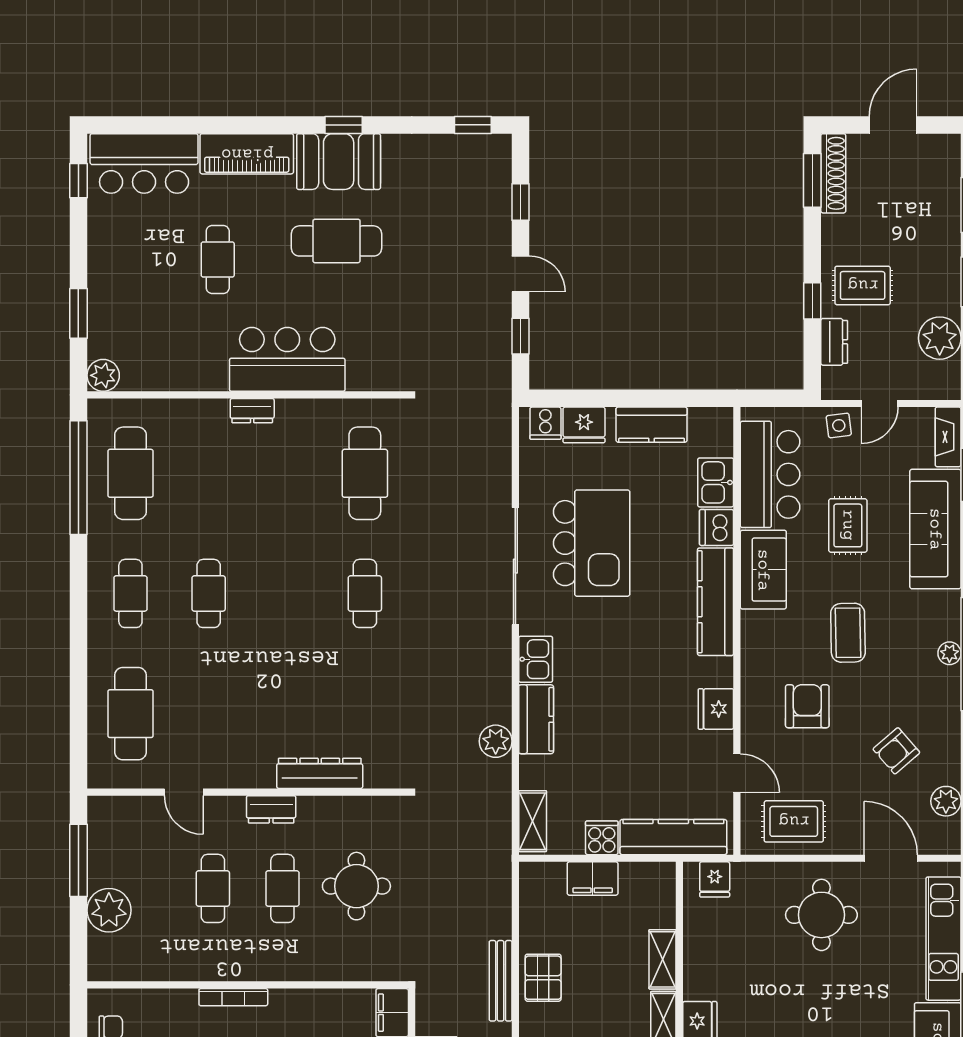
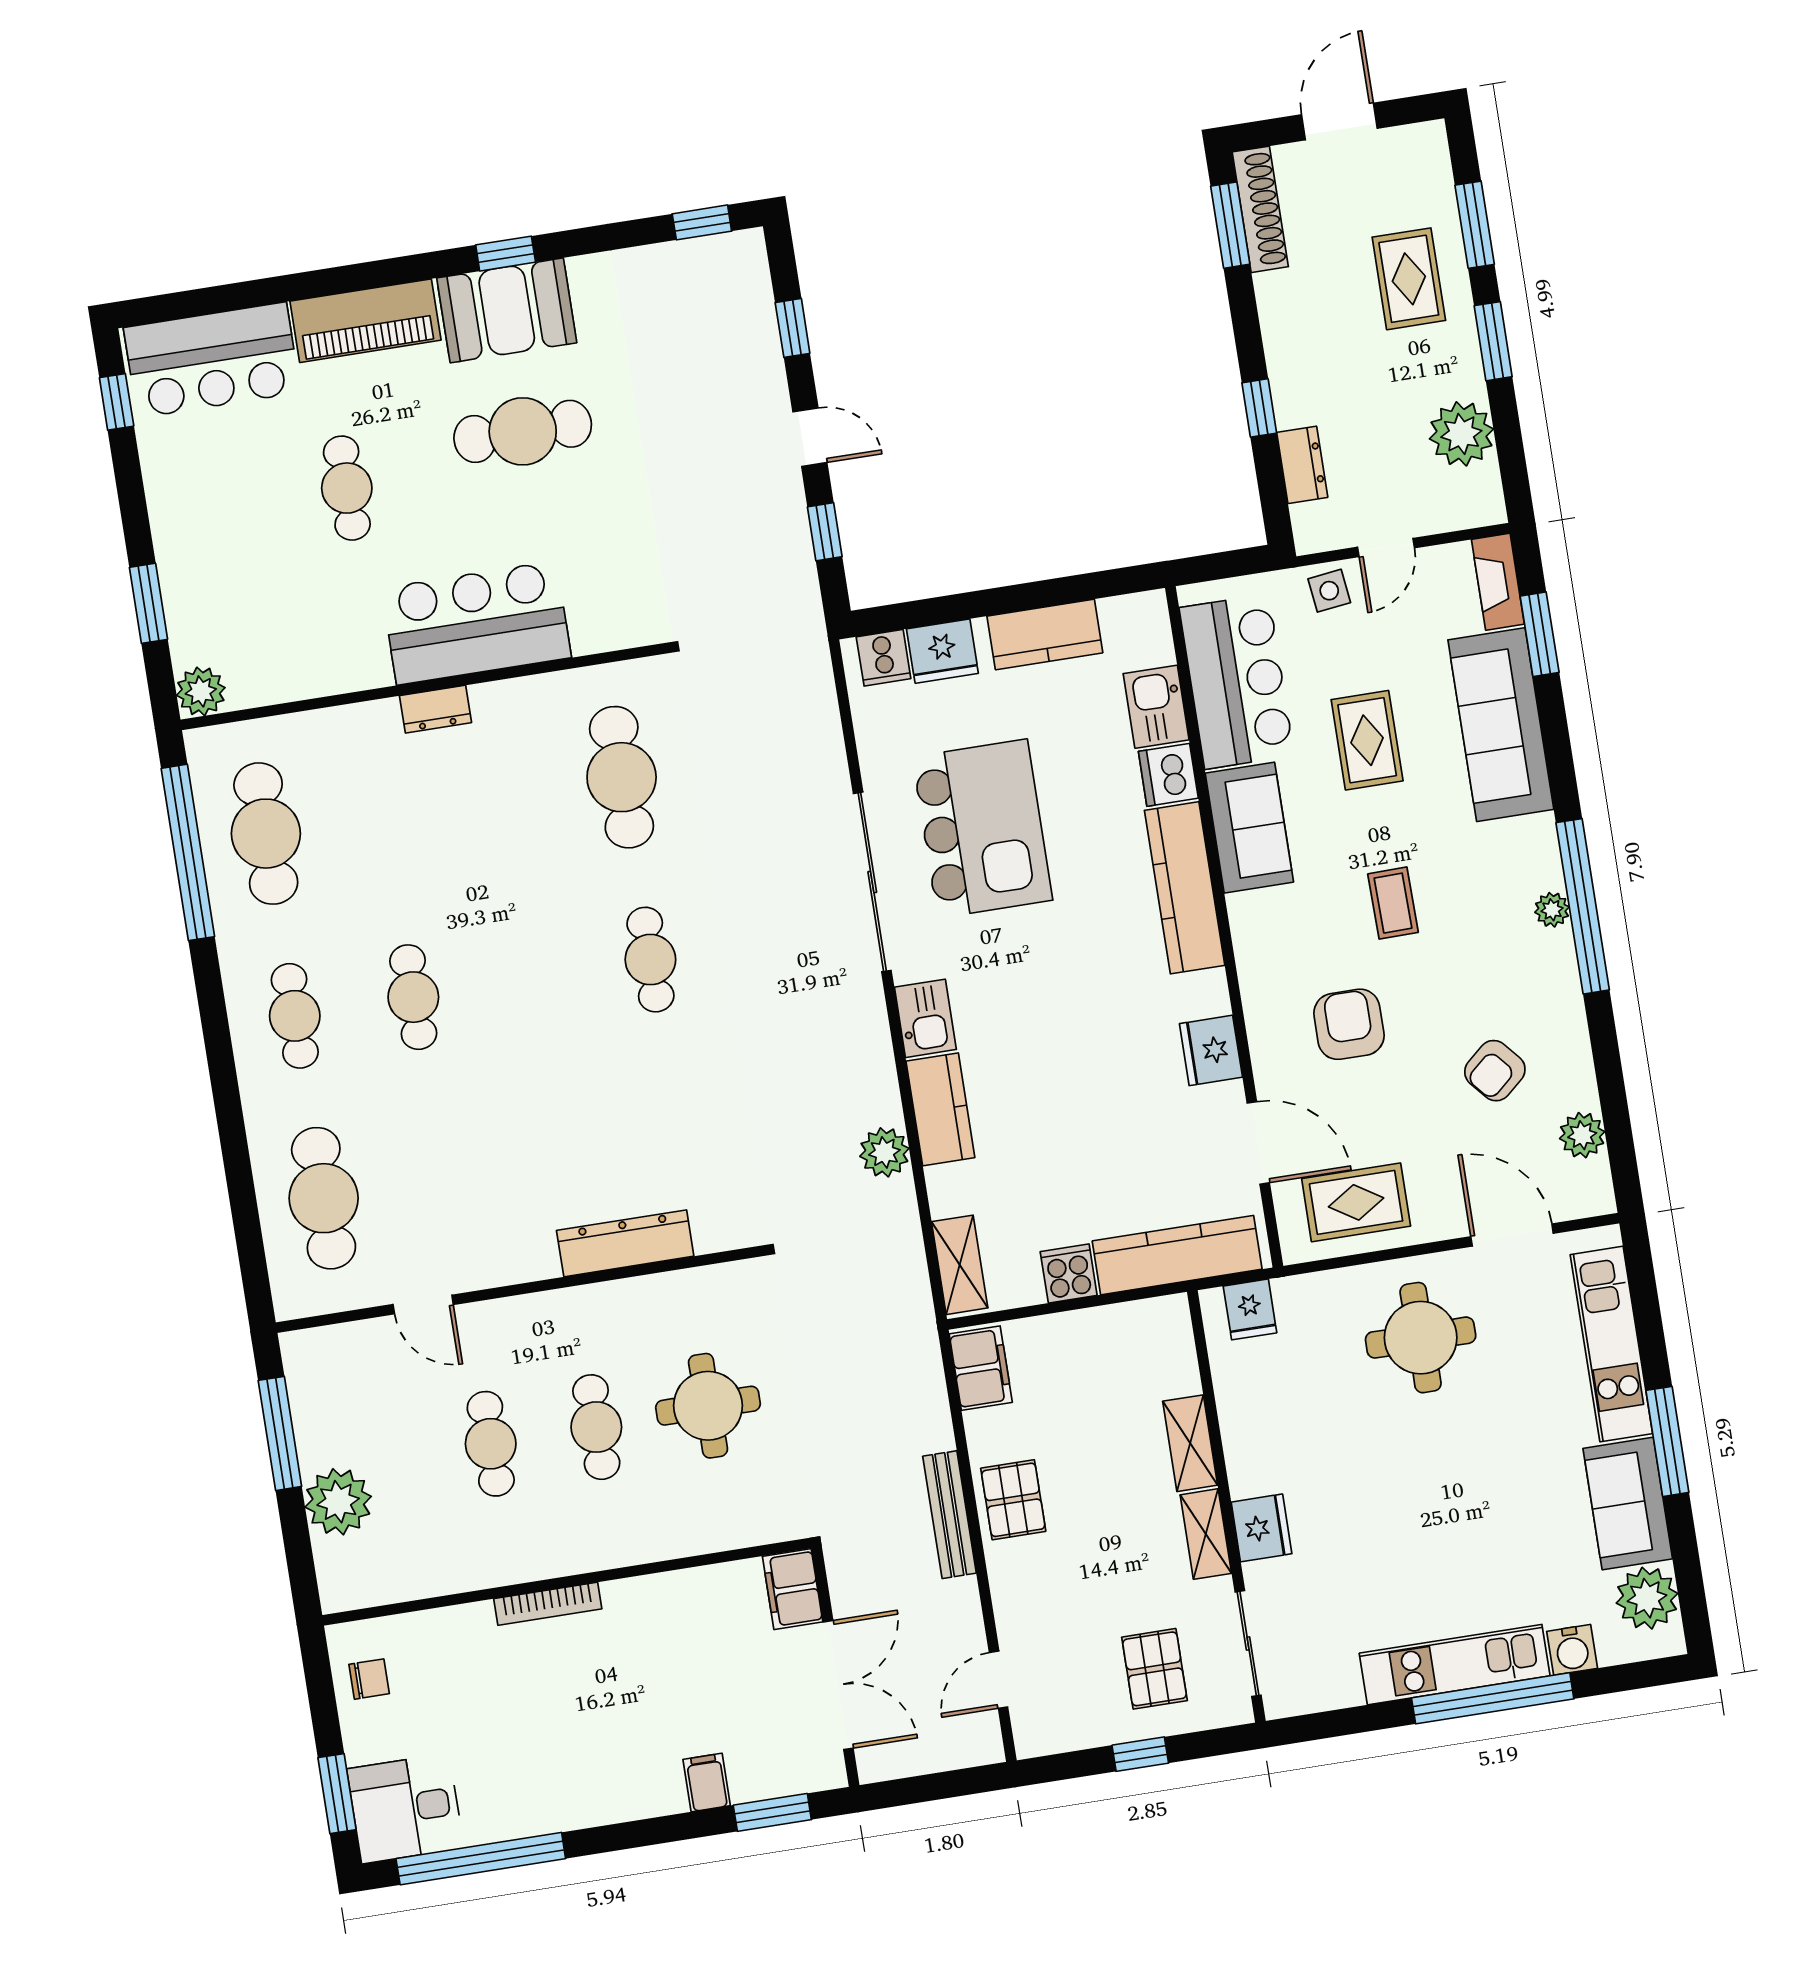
rug: (863, 285) -> (1409, 279), moved, turned 90
coffee table: (848, 633) -> (1393, 903), width x0.73, depth x0.77
door: (737, 773) -> (1258, 1143), width x1.38
dresser: (271, 809) -> (560, 1310), removed
filing cabinet: (593, 879) -> (981, 1368), moved, turned -90

